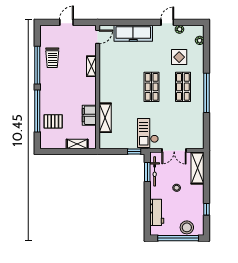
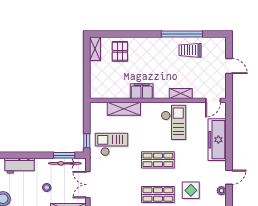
door: (167, 22) -> (229, 177), hinge flipped
door: (98, 37) -> (213, 100), hinge flipped
checkout: (118, 73) -> (173, 122), added
window: (37, 111) -> (131, 34), removed
filing cabinet: (89, 115) -> (142, 91), moved
checkout: (148, 133) -> (111, 144), moved
shelving: (77, 144) -> (95, 49), moved

